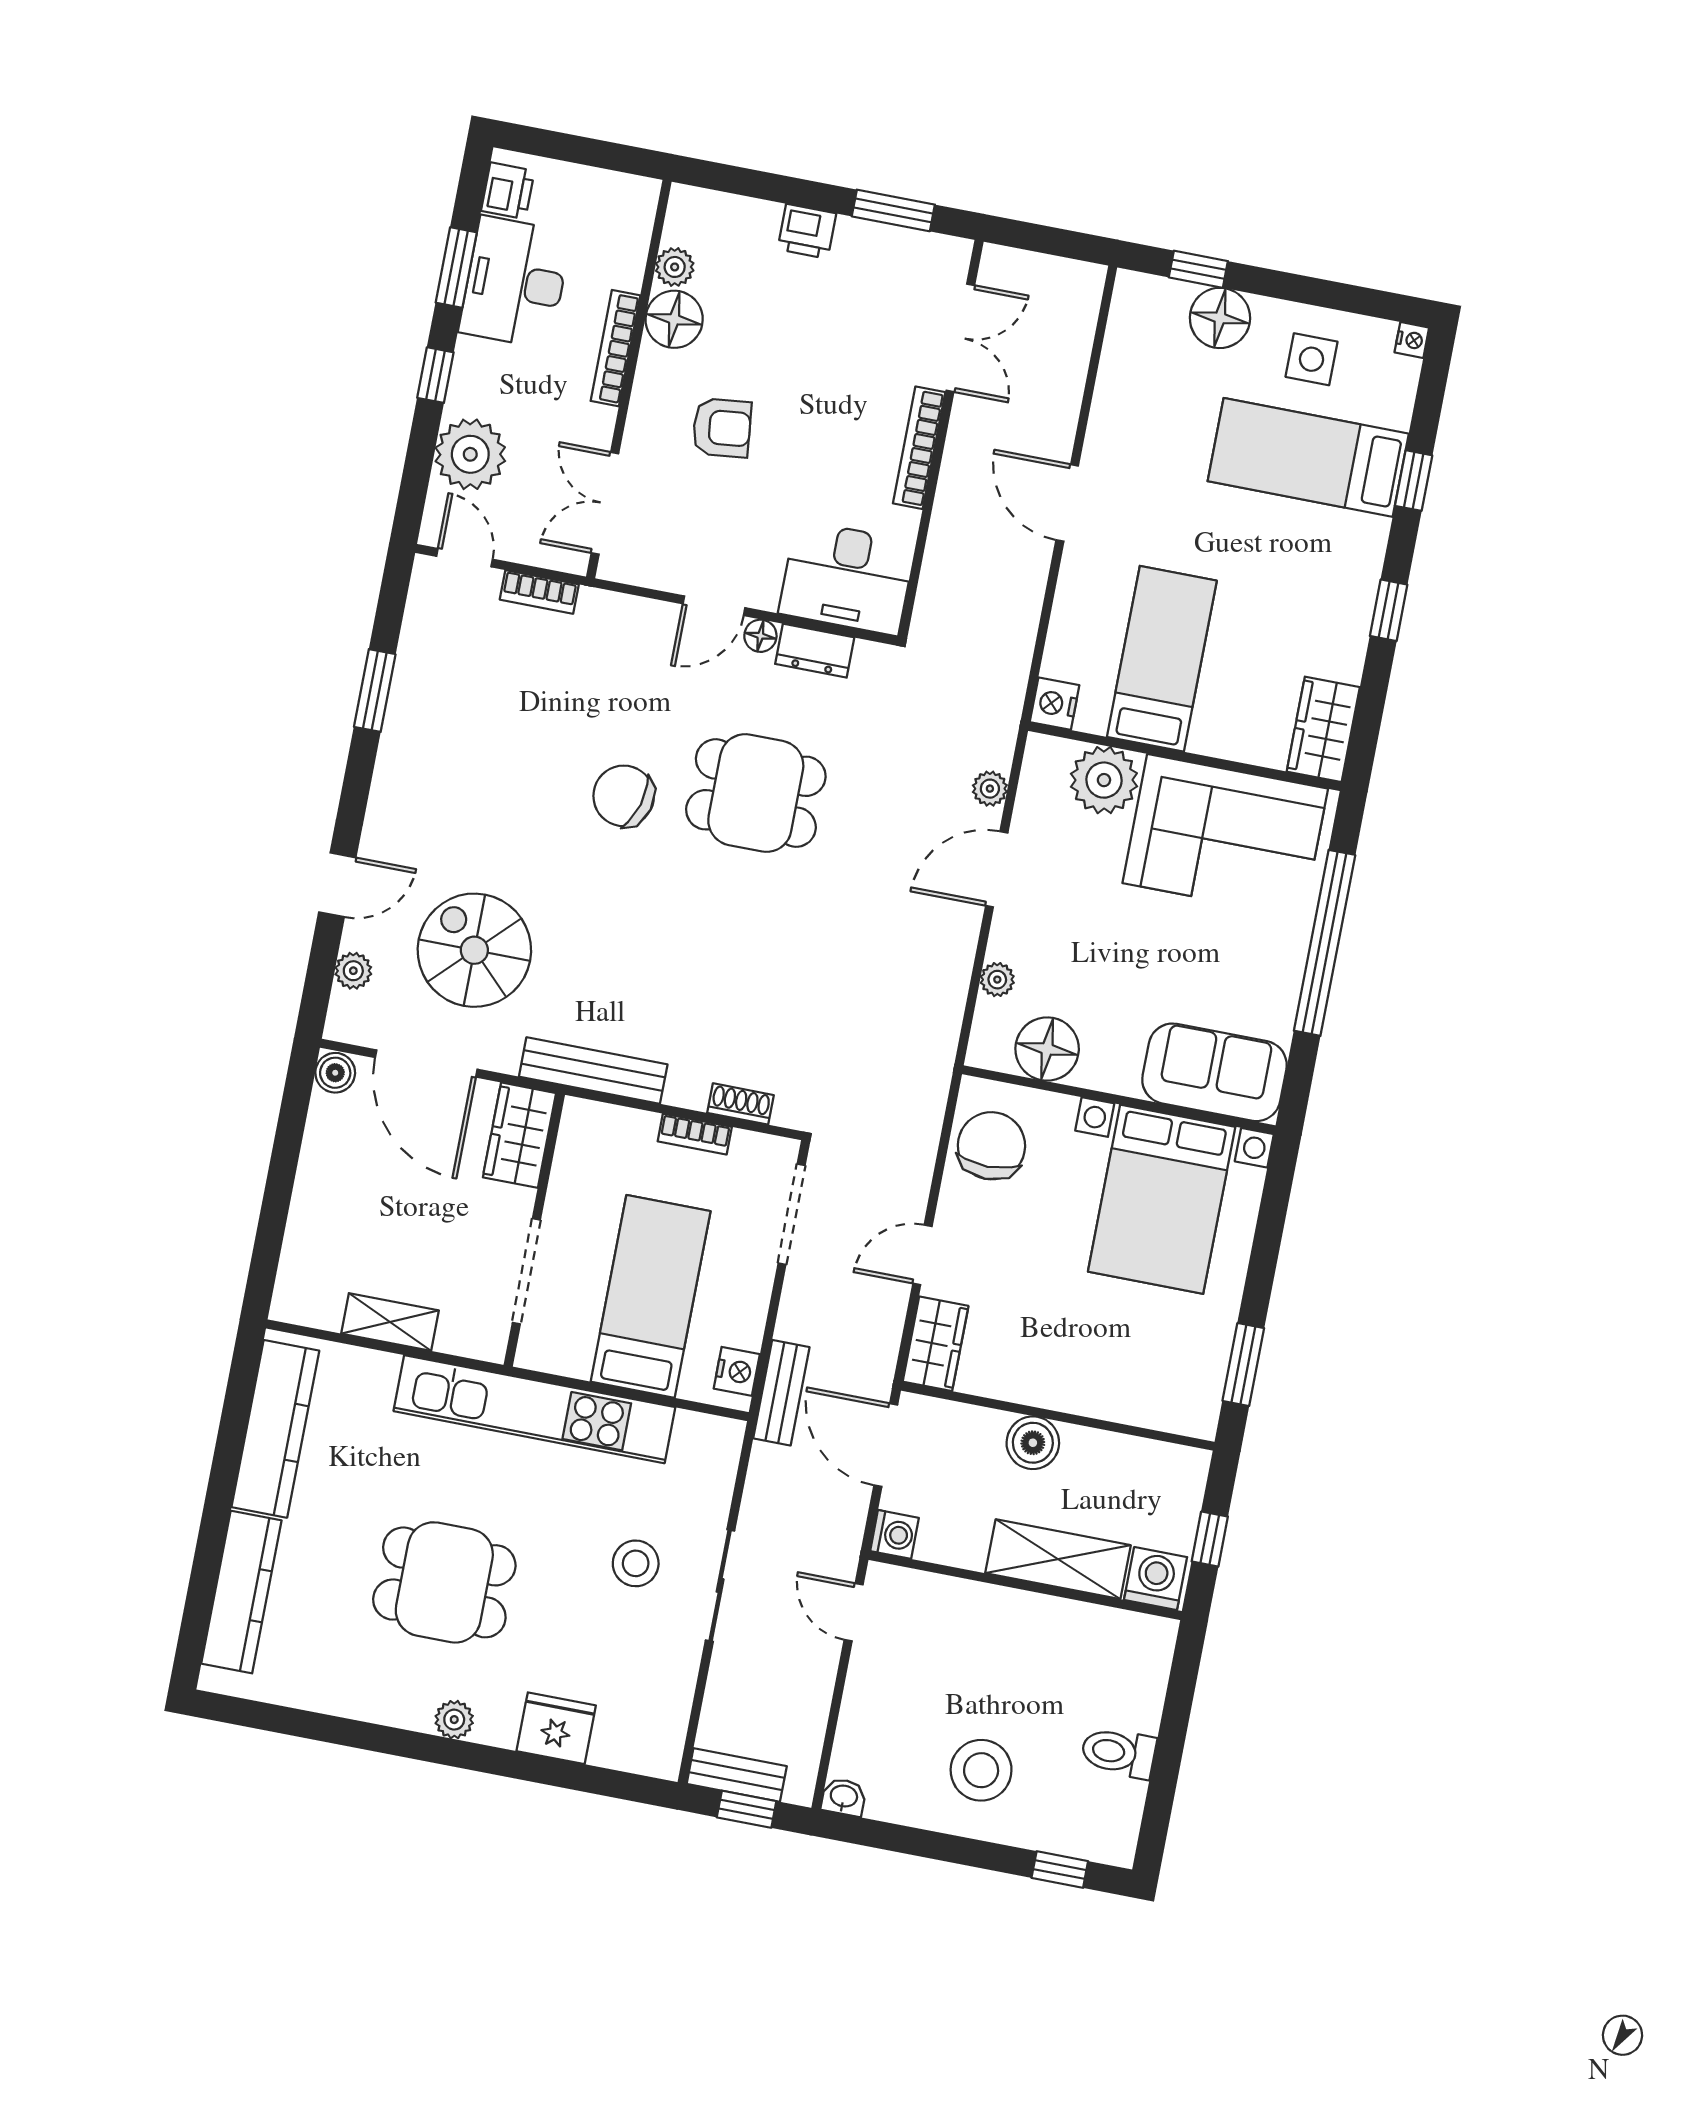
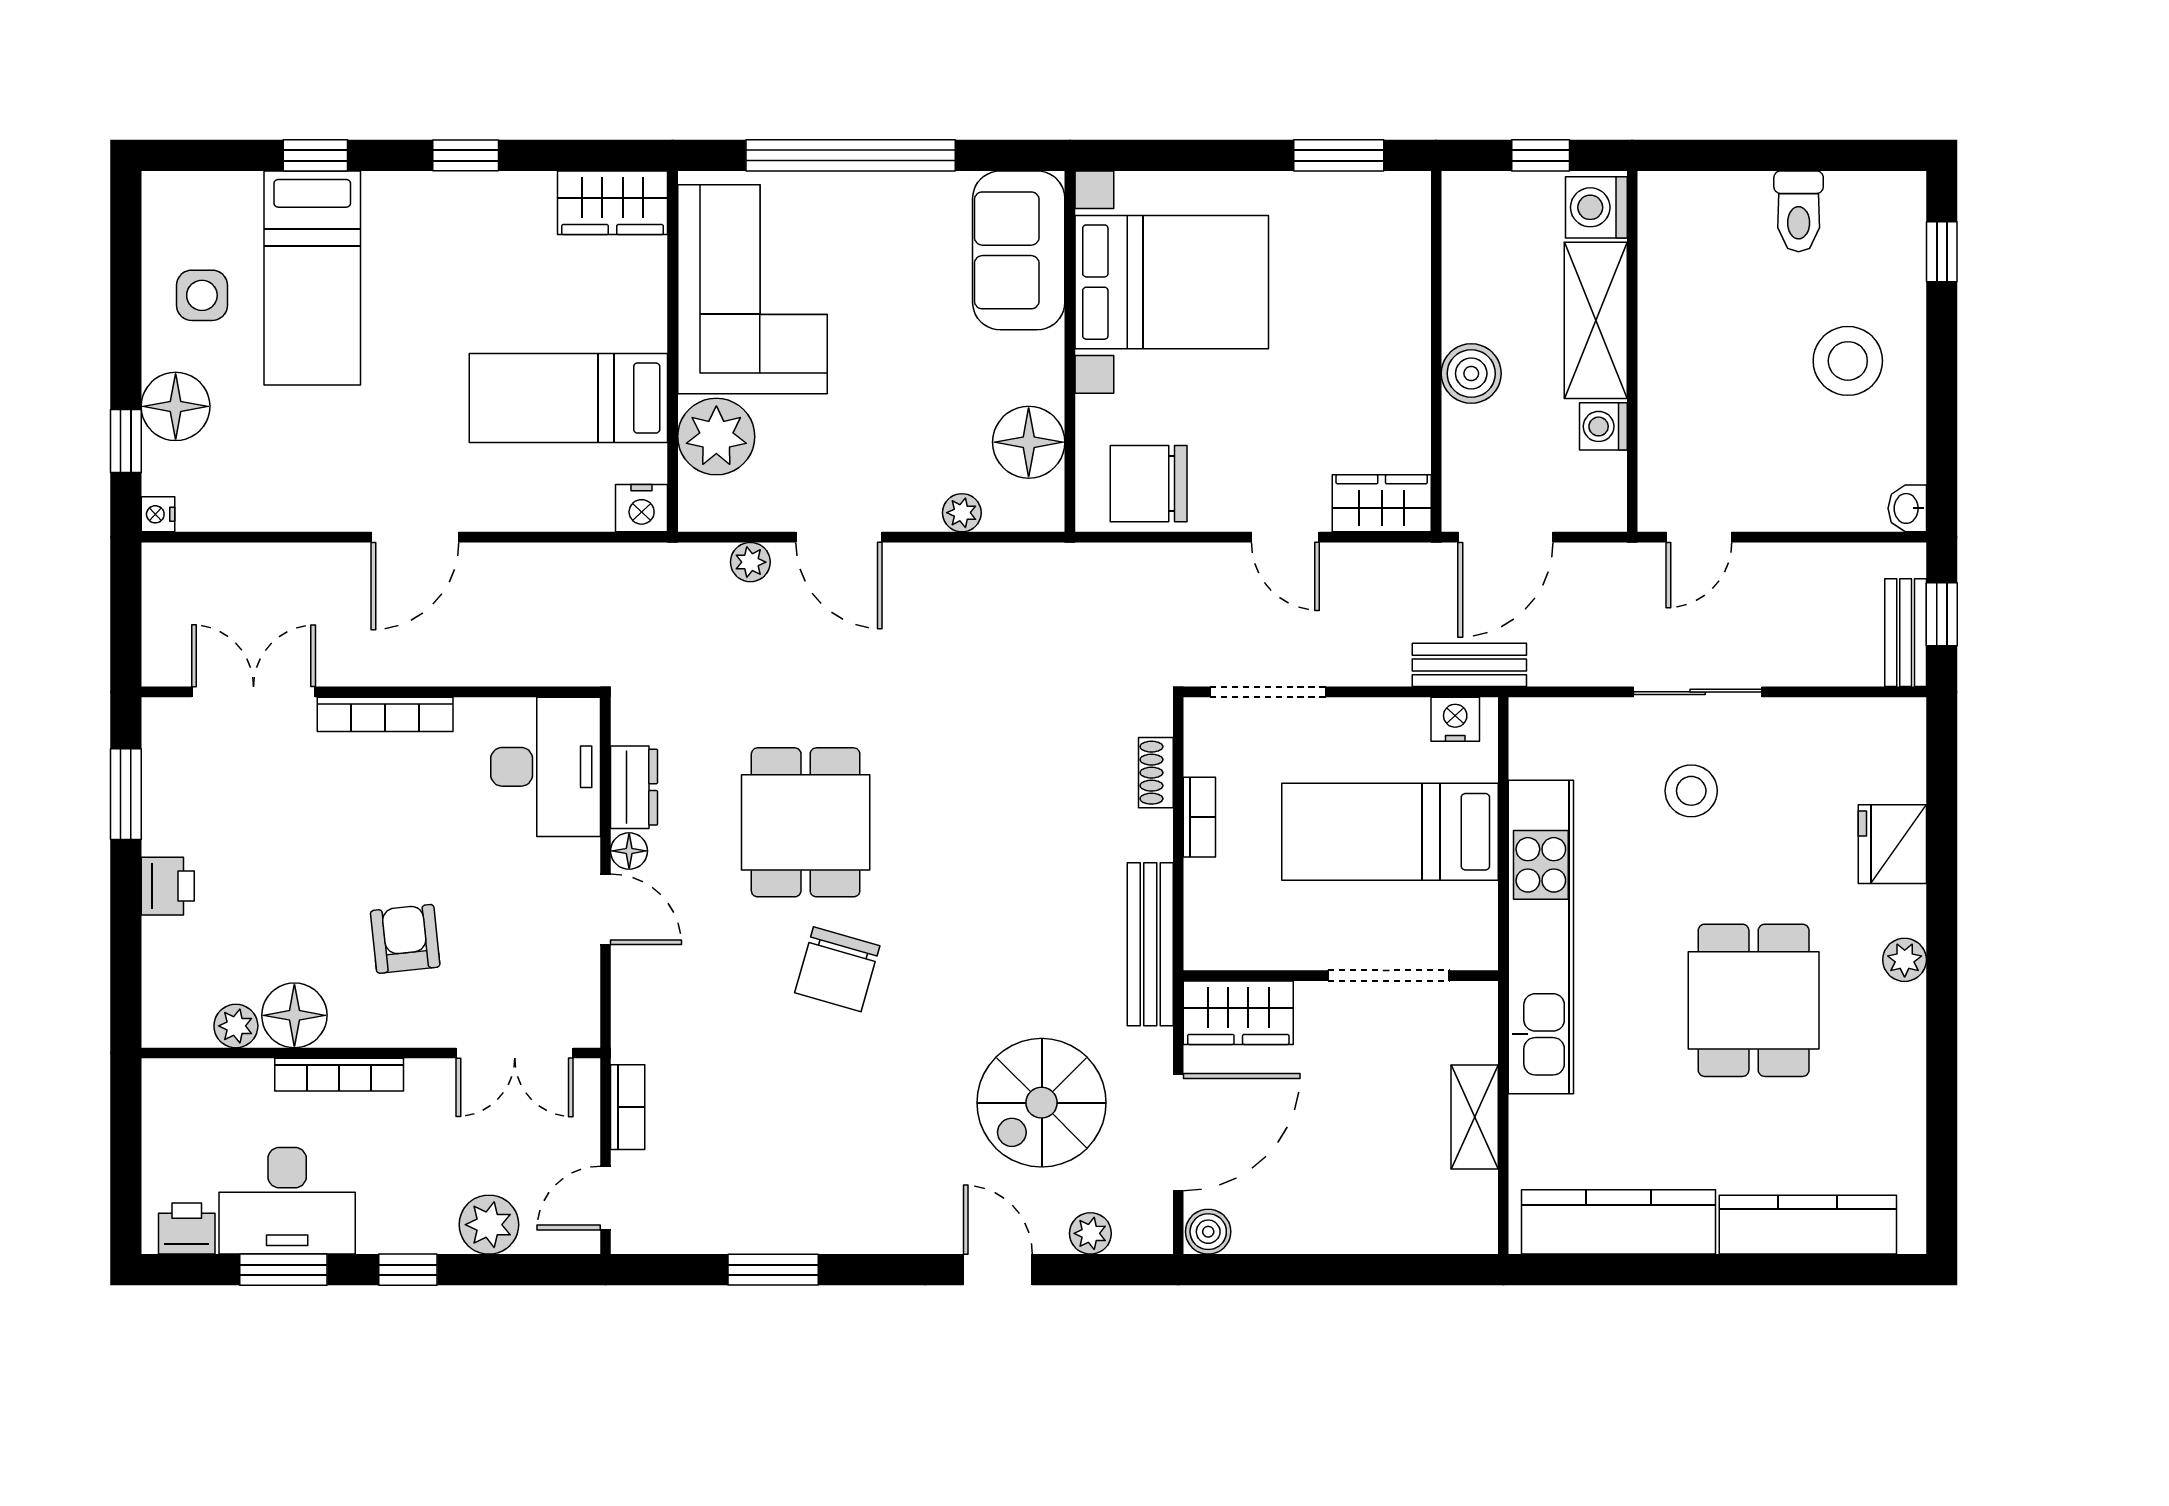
nightstand: (1412, 340) -> (158, 514), moved, turned -90
plant: (470, 454) -> (489, 1225), width x0.73, depth x0.73
washing machine: (894, 1534) -> (1603, 426), moved, turned -90

